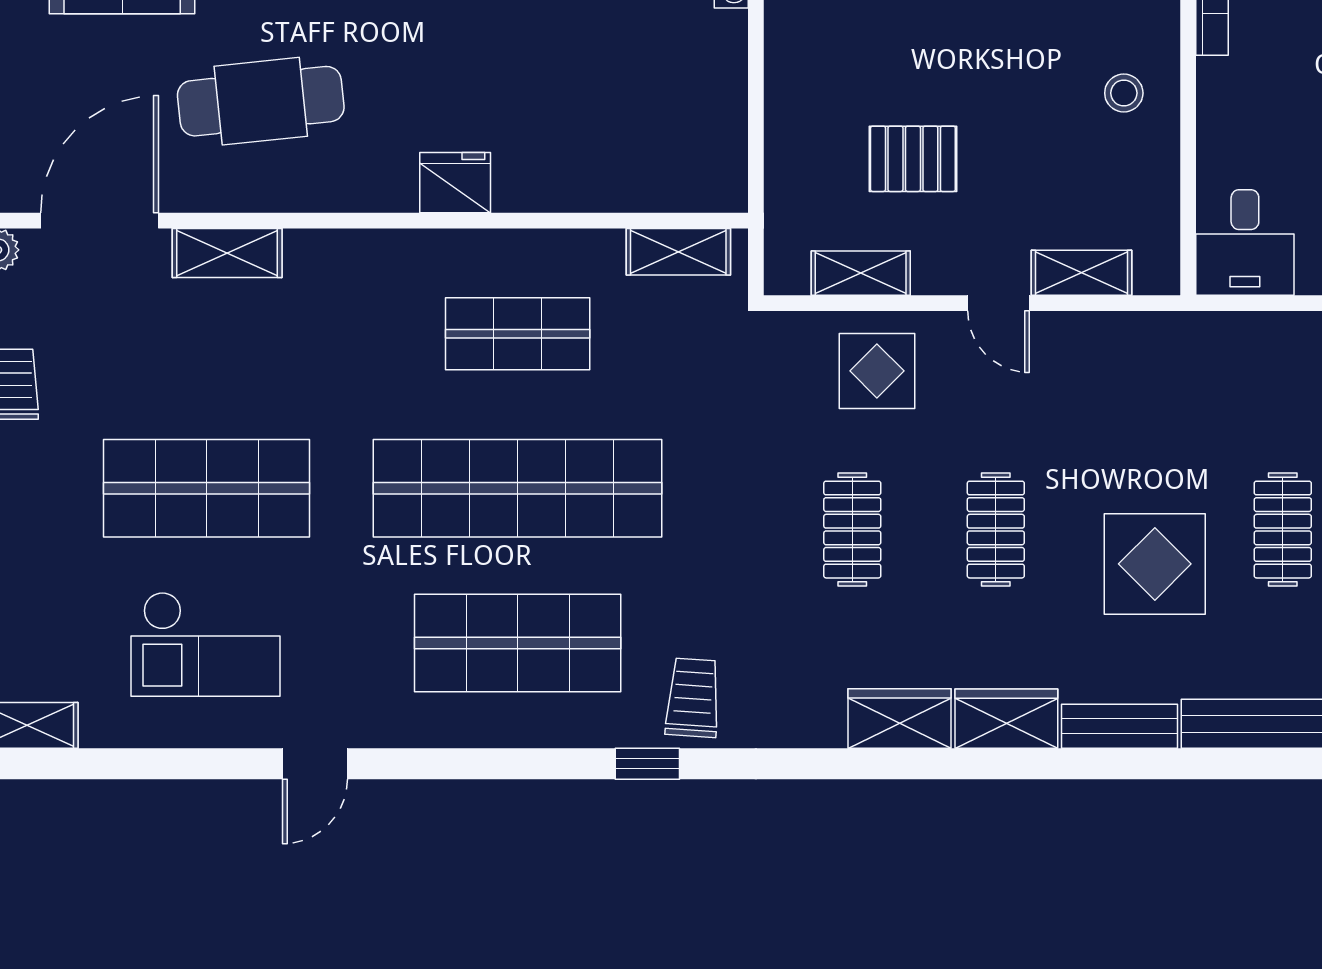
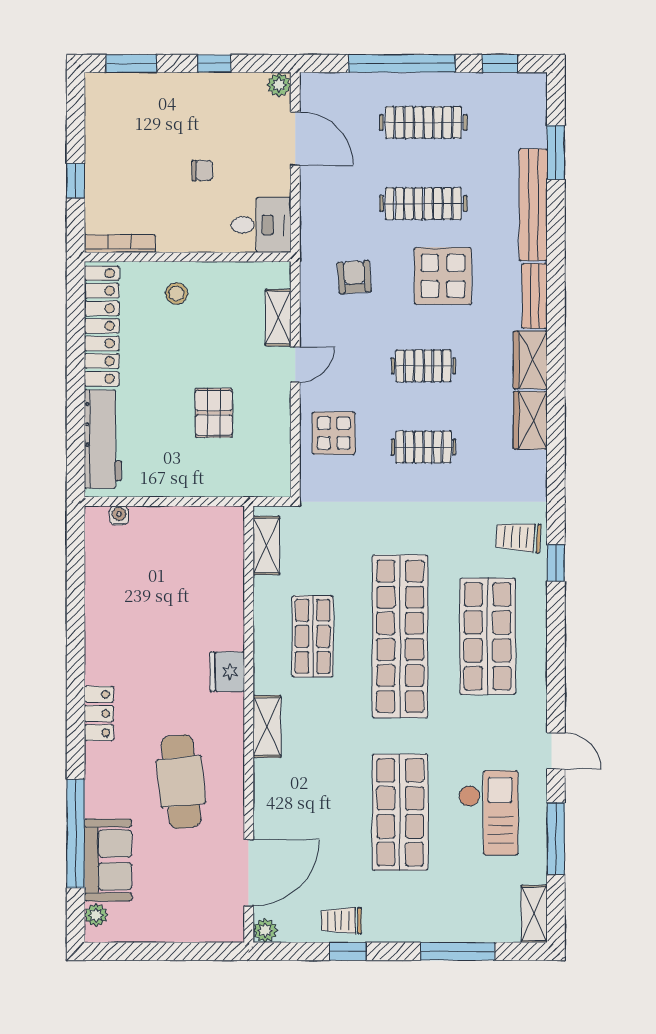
door: (100, 221) -> (249, 873), swing flipped
shelving: (227, 253) -> (267, 726), moved
shelving: (861, 273) -> (278, 442), removed
armchair: (1153, 407) -> (354, 277), added
clothes rail: (1283, 530) -> (423, 204), width x1.36
window: (160, 764) -> (556, 839), added

